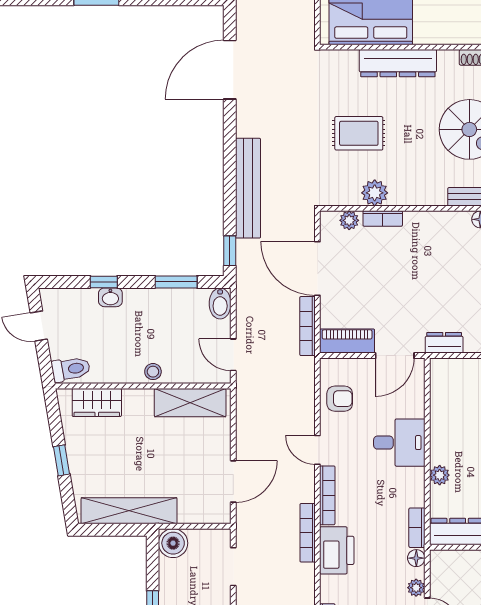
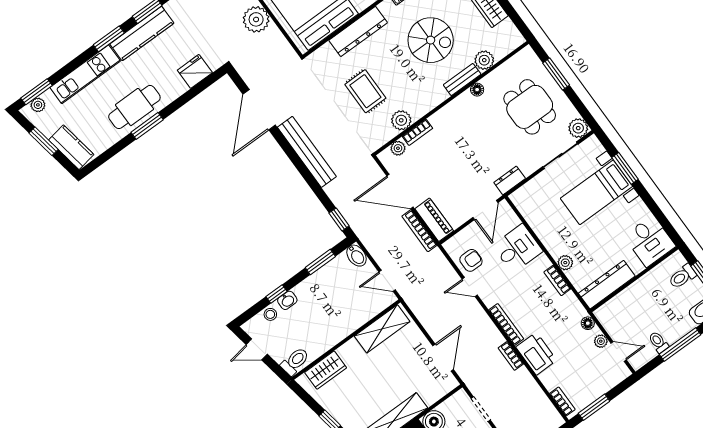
rug: (359, 133) -> (365, 91), turned 90
bench: (248, 188) -> (307, 152), moved
piano: (347, 341) -> (434, 220), moved, turned 90
stool: (153, 372) -> (270, 314), moved
desk: (399, 443) -> (518, 248), moved
door: (317, 450) -> (470, 287), moved
bookcase: (417, 528) -> (557, 280), moved
bookcase: (308, 533) -> (511, 356), width x0.64

